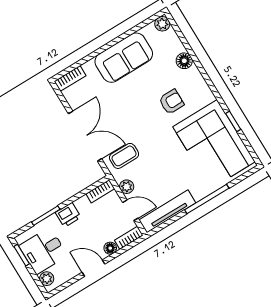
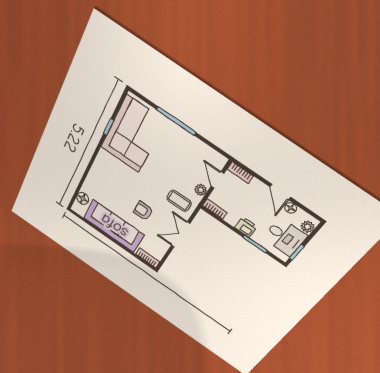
plant: (162, 24) -> (77, 208), removed
sofa: (124, 58) -> (114, 226), width x1.36
floor lamp: (184, 61) -> (83, 198), moved
armchair: (171, 102) -> (143, 211), moved
double door: (85, 136) -> (181, 234), width x0.73
tv unit: (167, 211) -> (203, 150), removed
floor lamp: (110, 248) -> (291, 208), moved

